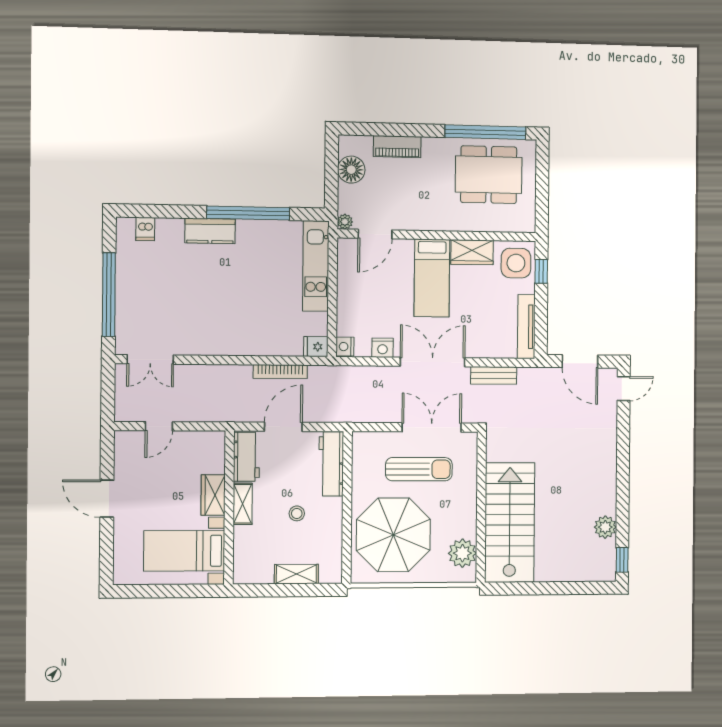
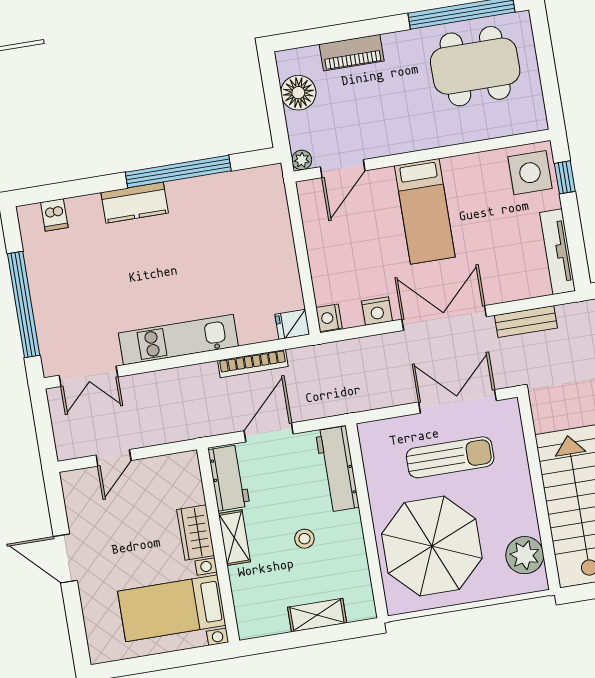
wardrobe: (472, 252) -> (471, 169), removed
kitchen unit: (316, 266) -> (178, 340), moved, turned 90

